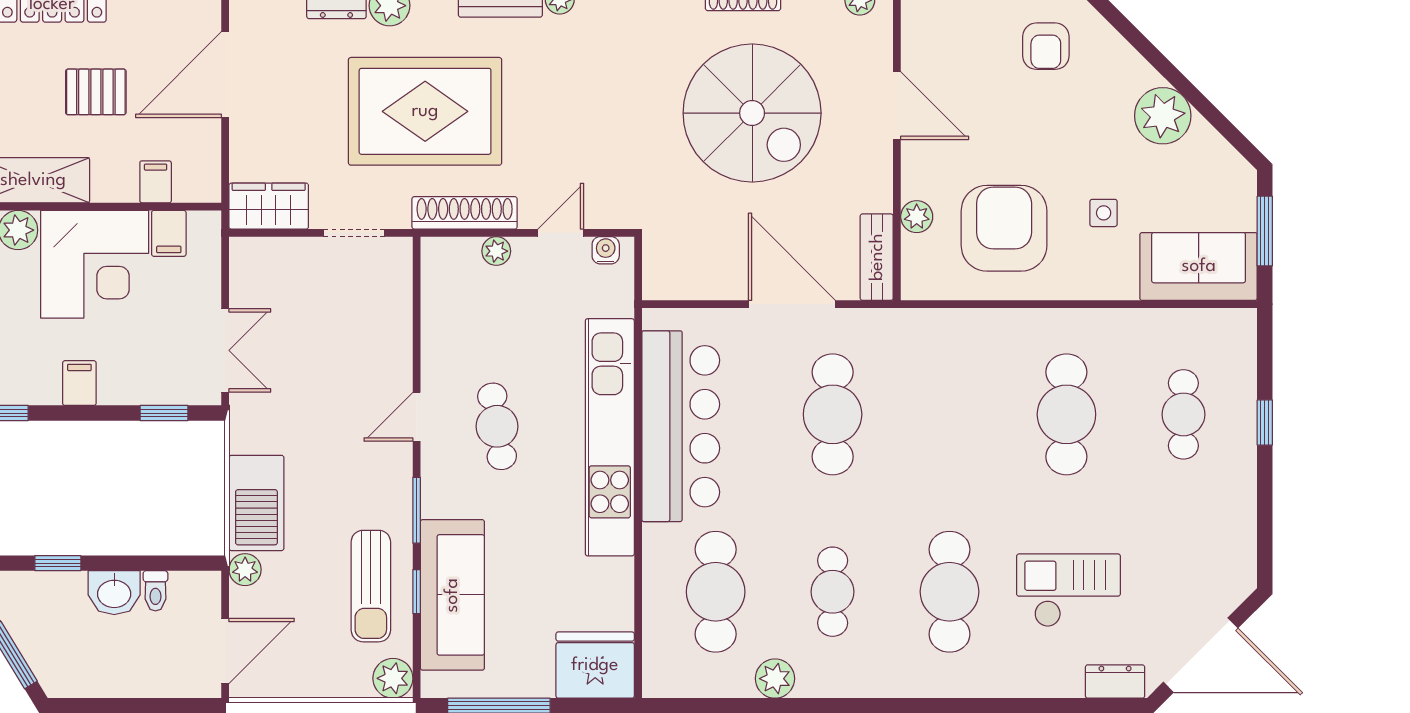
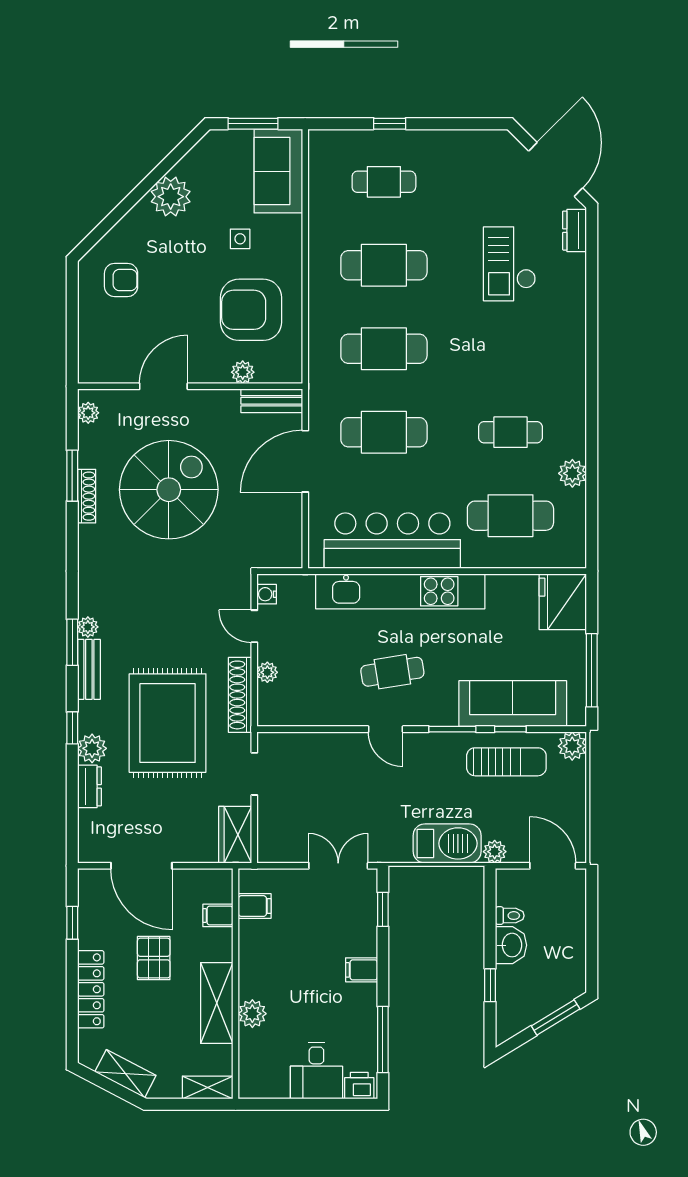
corner desk: (95, 264) -> (277, 959), removed
cafe table: (950, 592) -> (384, 349), moved

